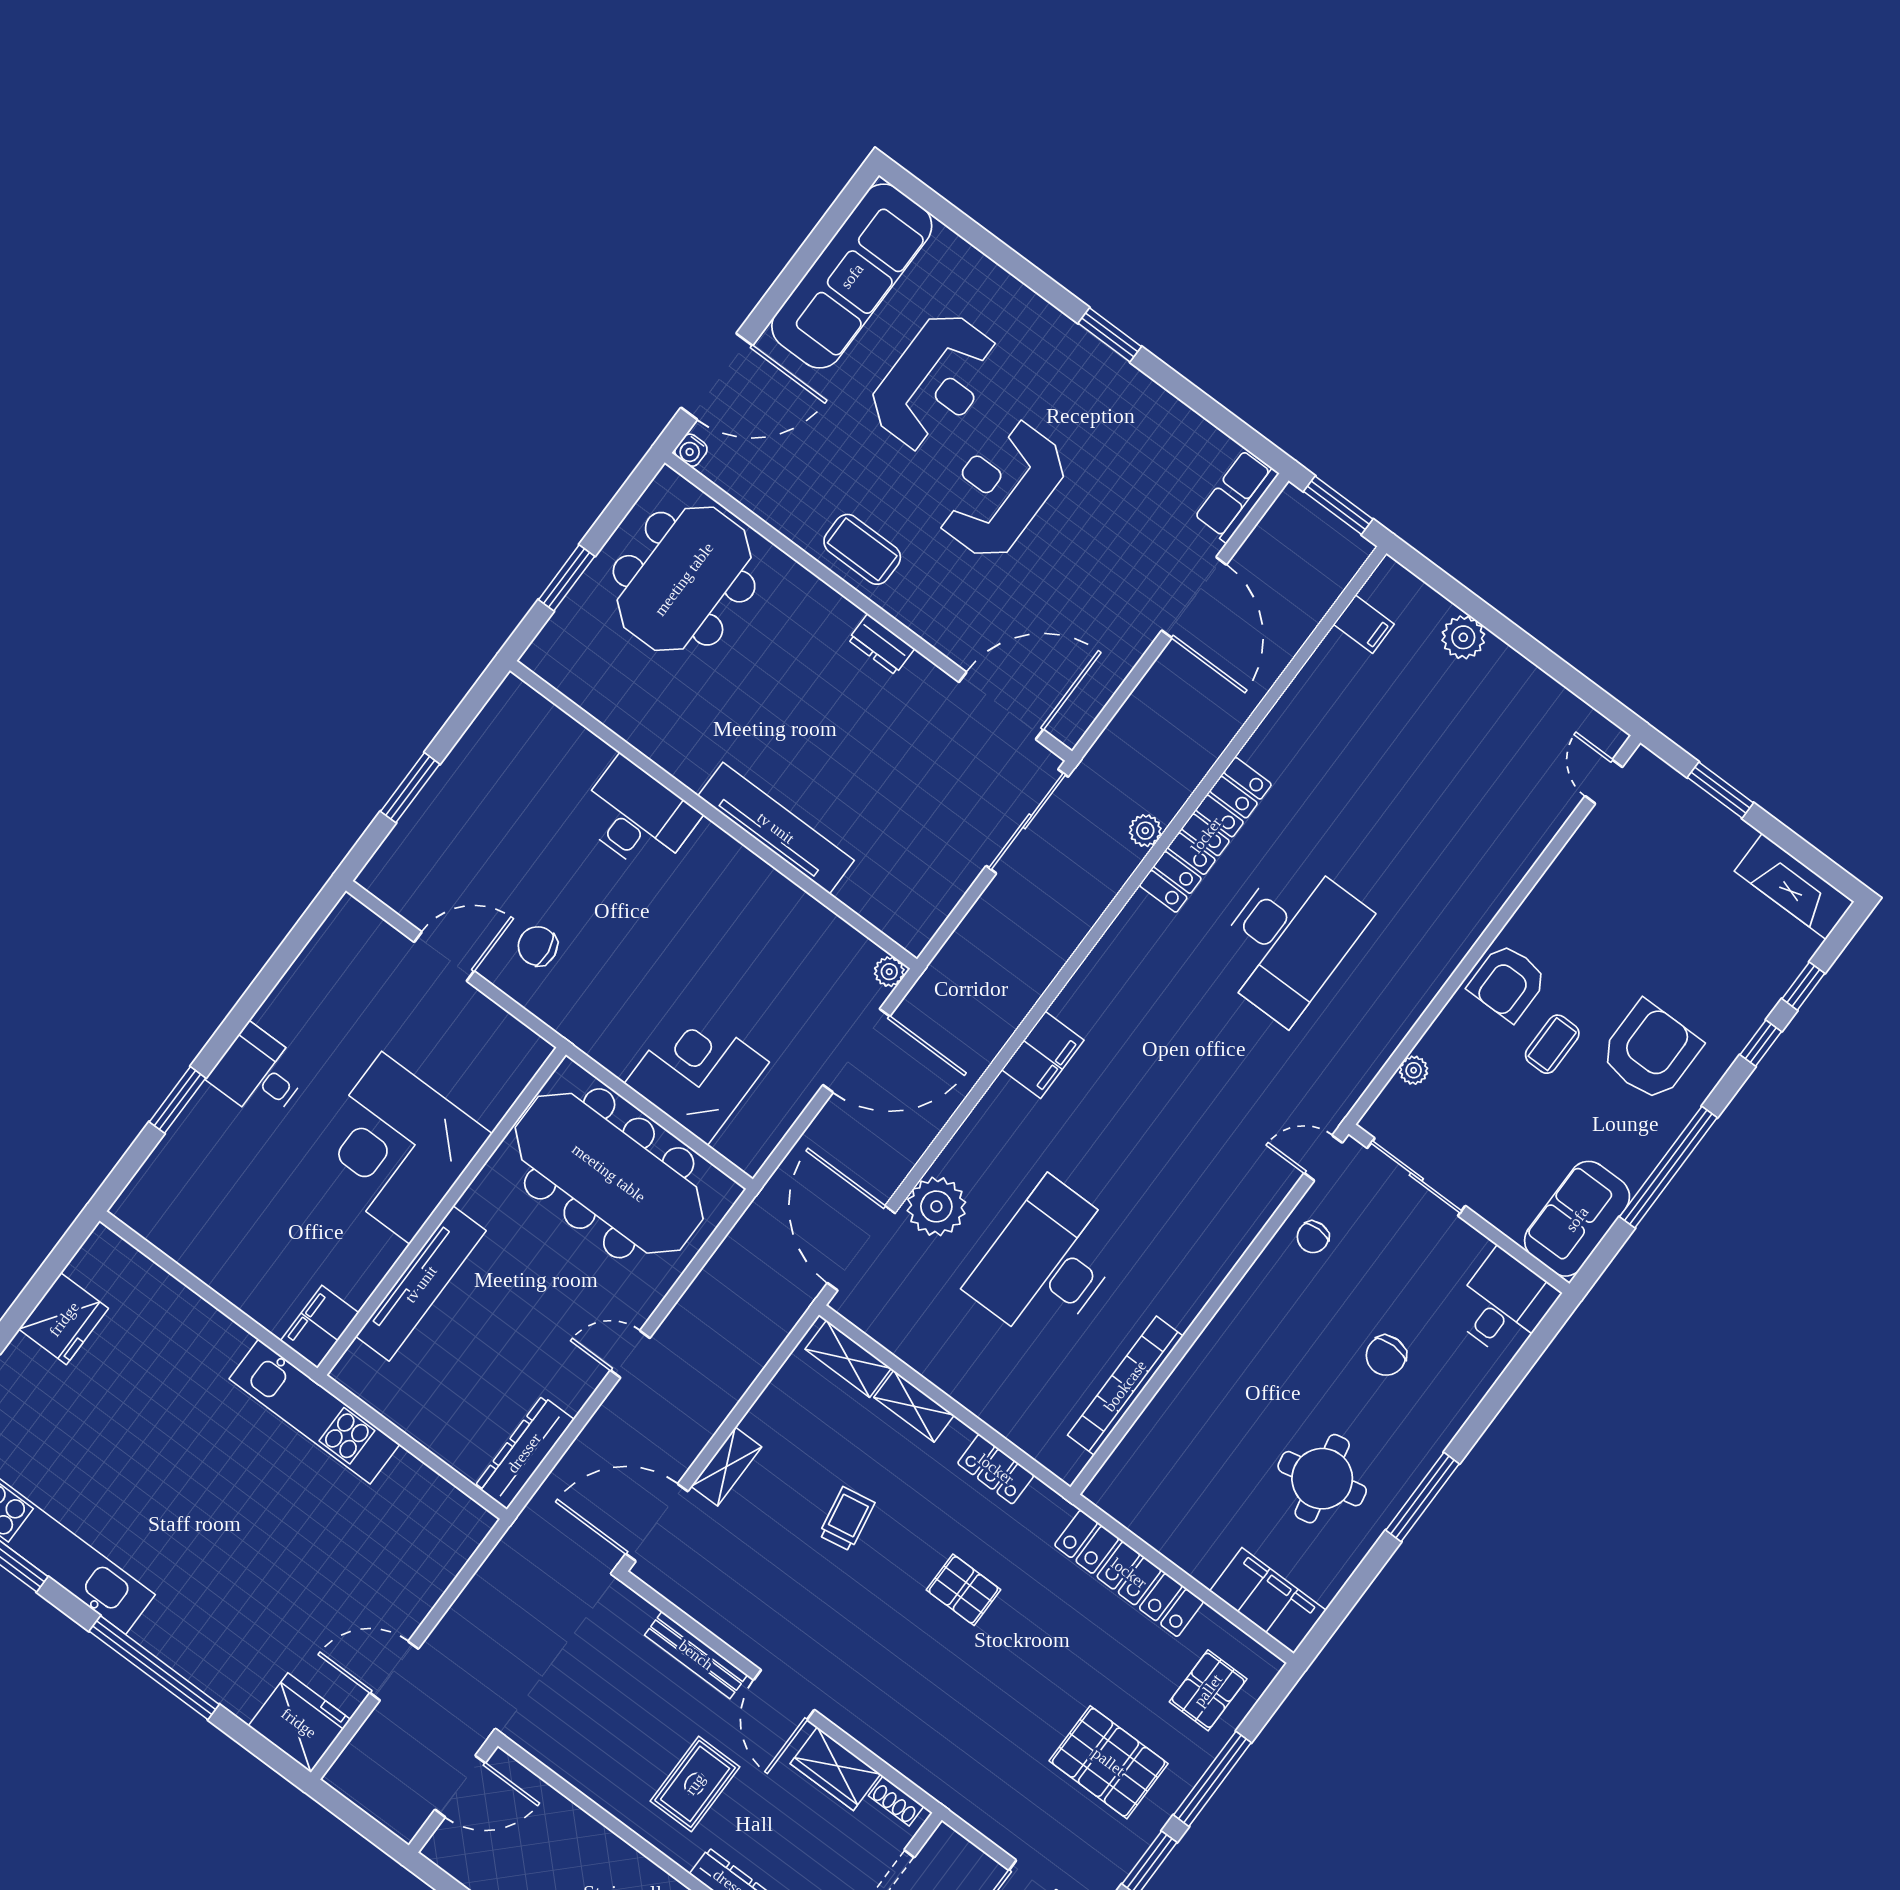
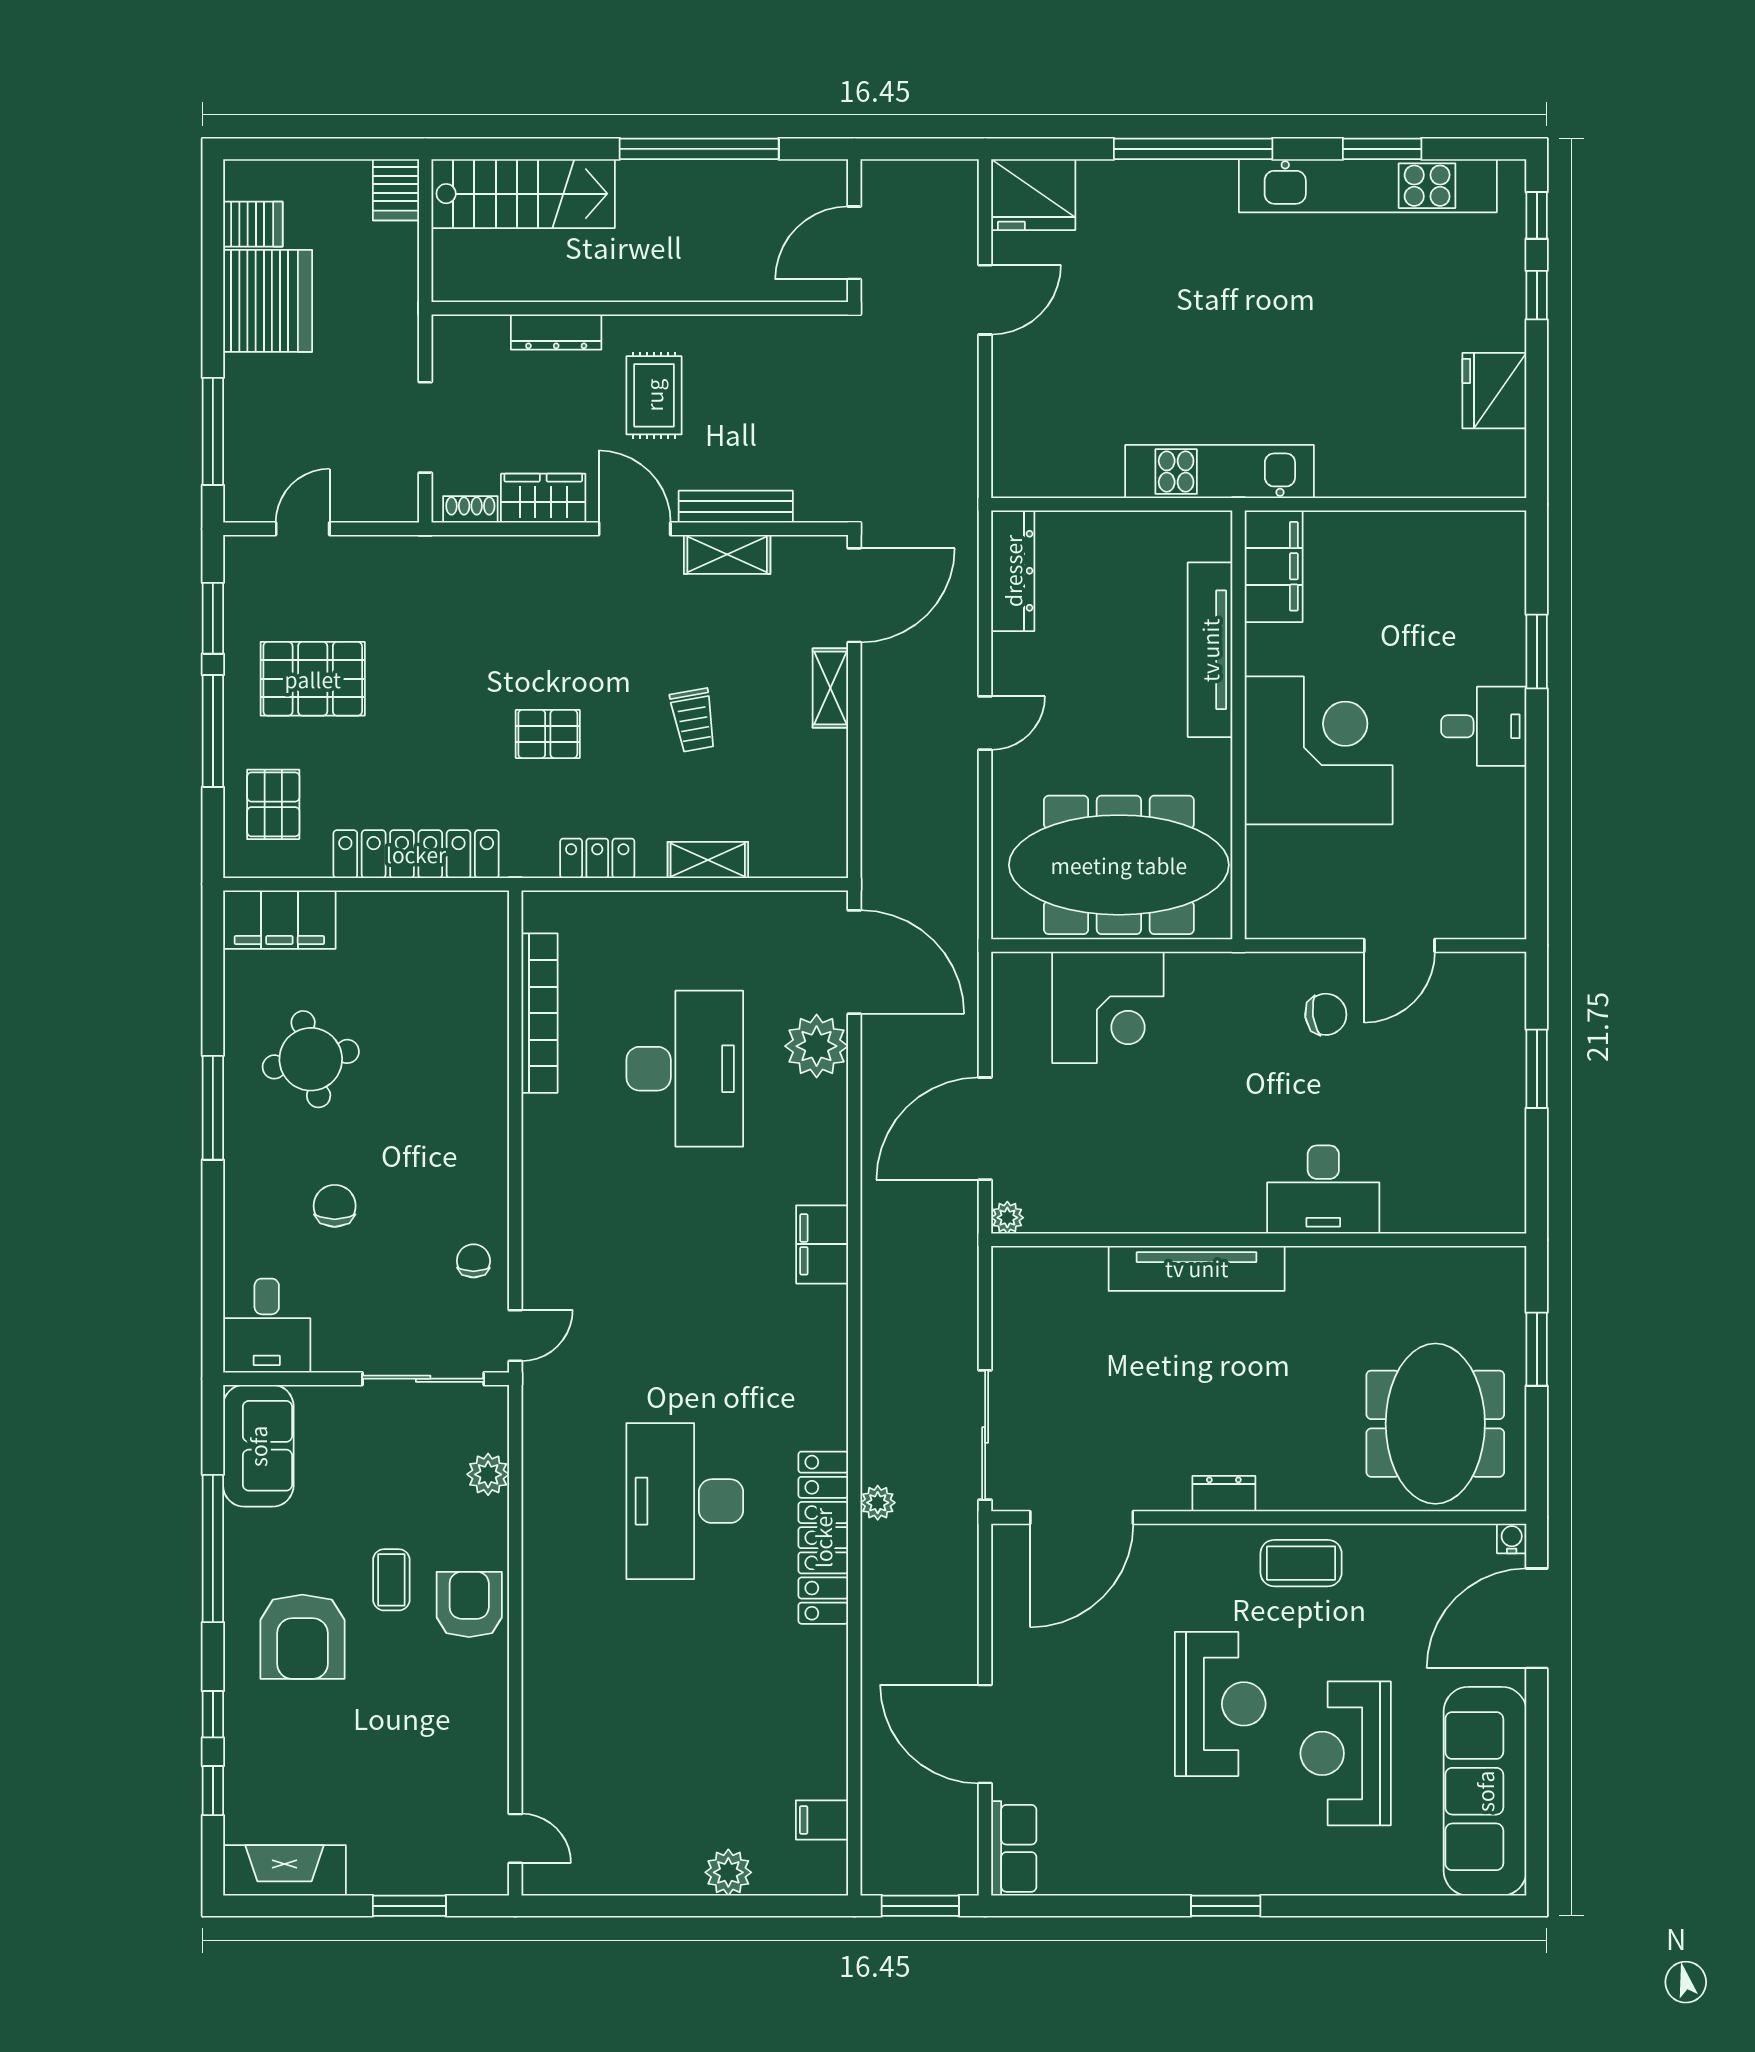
plant: (1414, 1070) -> (488, 1474), width x1.38, depth x1.38
filing cabinet: (320, 1327) -> (1274, 566), width x1.50, depth x1.17
shelving: (848, 1359) -> (727, 554), moved

